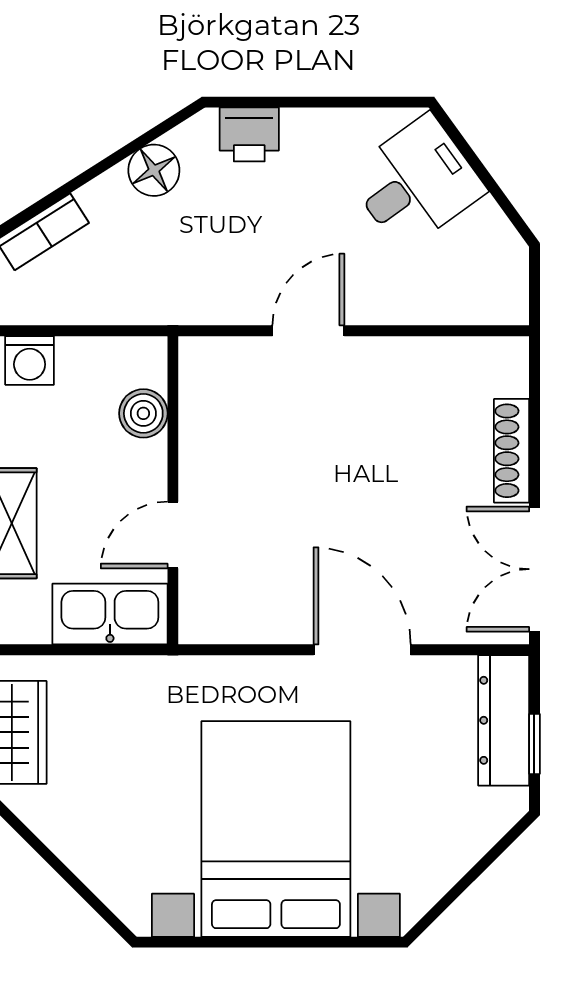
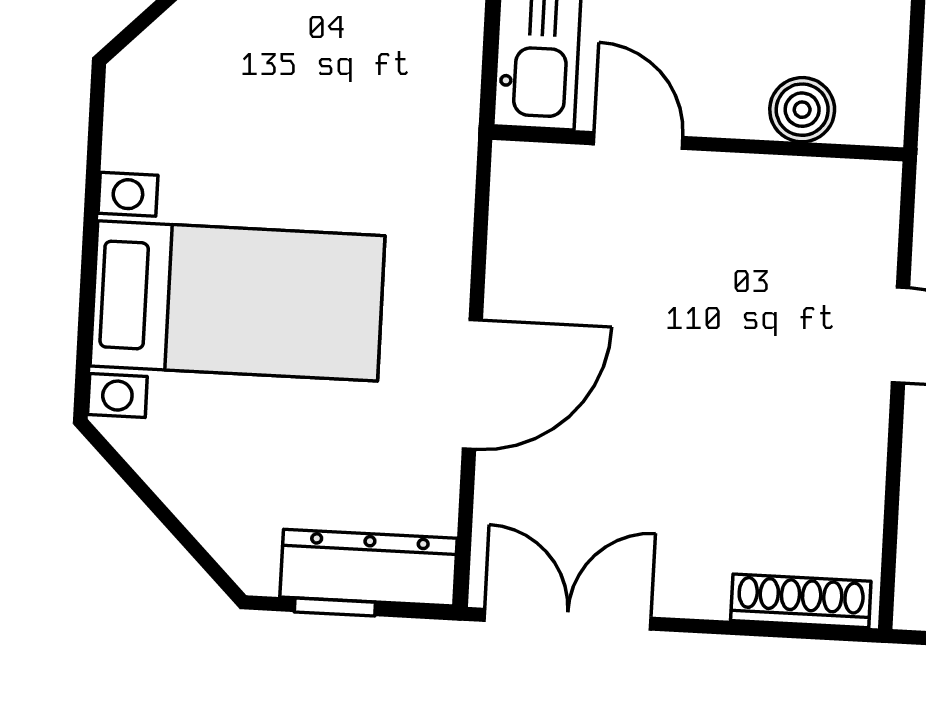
shoe rack: (512, 451) -> (801, 601), moved
bed with nightstands: (276, 829) -> (238, 301), width x0.73

